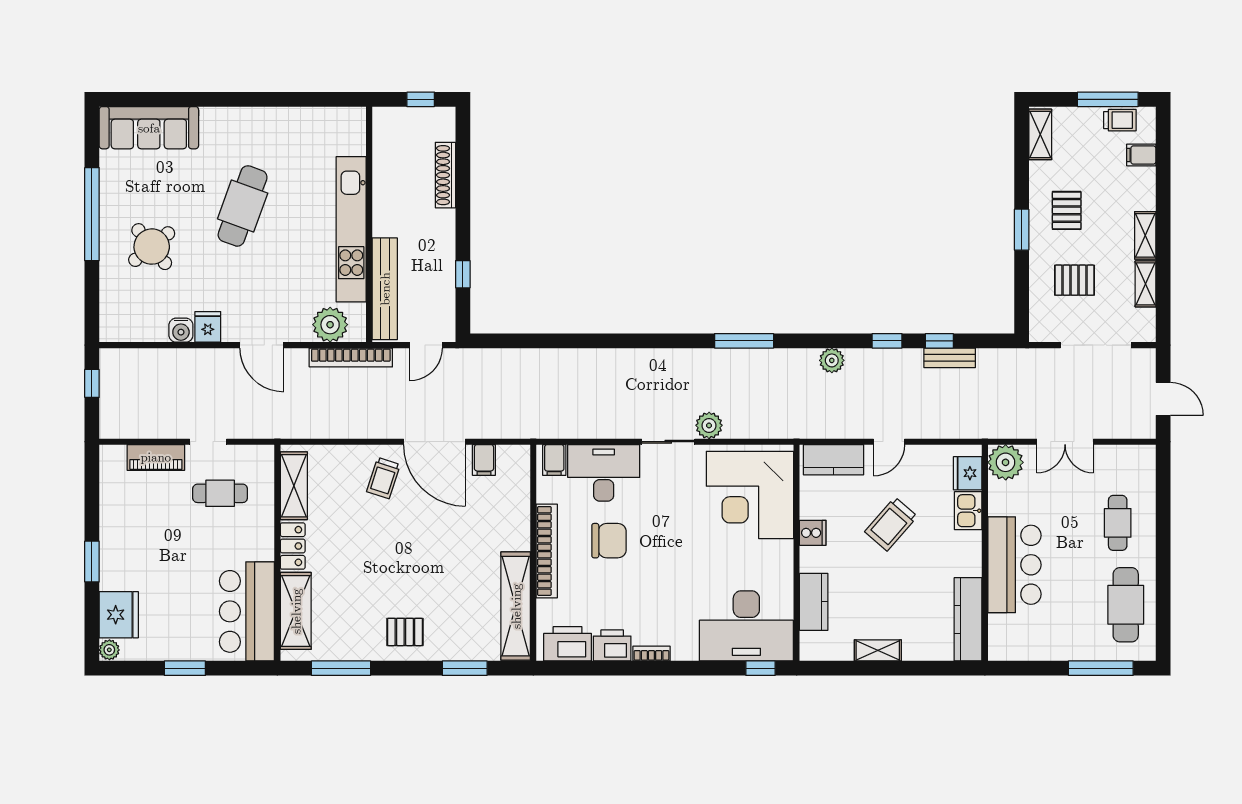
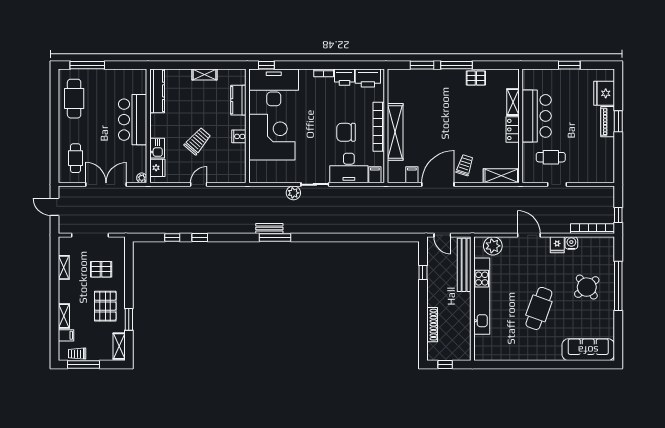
pallet: (1067, 210) -> (105, 306), width x1.50, depth x1.42
window: (92, 214) -> (618, 286), moved
window: (1022, 230) -> (129, 319), moved
shelving: (1145, 235) -> (64, 316), moved
door: (426, 345) -> (442, 235), swing flipped
bookcase: (351, 357) -> (592, 229), moved
bench: (950, 358) -> (269, 228), moved
plant: (832, 360) -> (229, 227), removed
door: (435, 442) -> (438, 184), hinge flipped
double door: (1065, 442) -> (106, 184), width x1.37
piano: (156, 457) -> (608, 122), moved, turned -90
kitchen counter: (833, 460) -> (228, 175), removed
plant: (1006, 462) -> (142, 178), width x0.53, depth x0.53
shelving: (294, 486) -> (501, 176), moved, turned 90
corner desk: (750, 495) -> (272, 137), moved
cafe table: (1118, 523) -> (76, 158), moved
shelving: (516, 606) -> (395, 132), moved
bar counter: (247, 611) -> (537, 116), moved
shelving: (296, 611) -> (513, 102), width x0.67, depth x0.75
pallet: (405, 632) -> (476, 78), moved
plant: (109, 650) -> (609, 75), removed
window: (341, 668) -> (456, 65), moved

